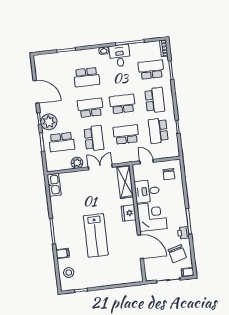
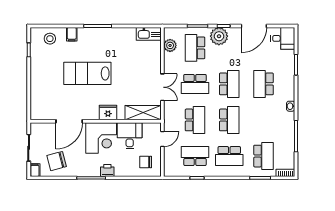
desk: (120, 56) -> (283, 38), moved
plant: (77, 163) -> (170, 45), moved
printer: (183, 233) -> (107, 170), moved

